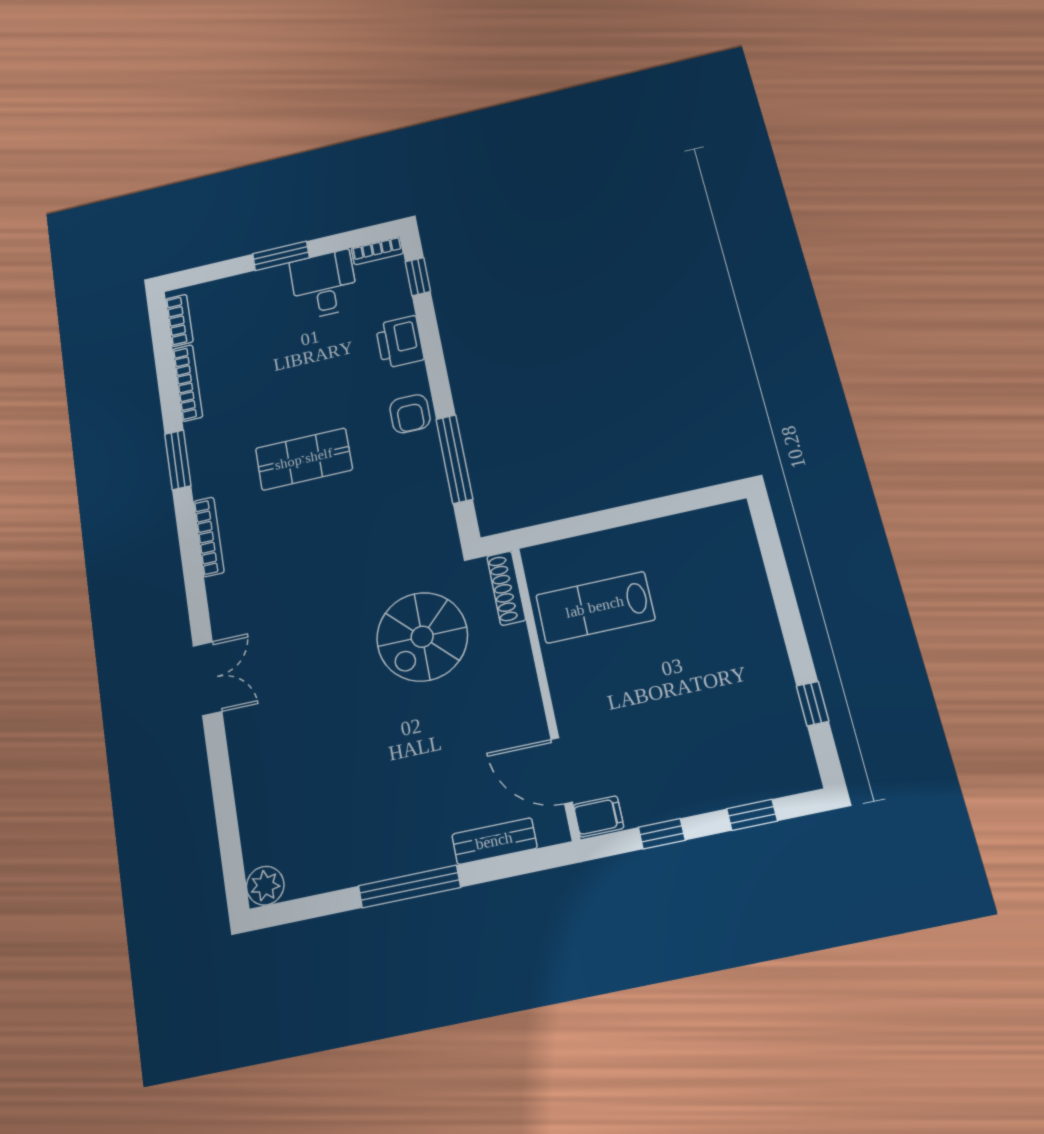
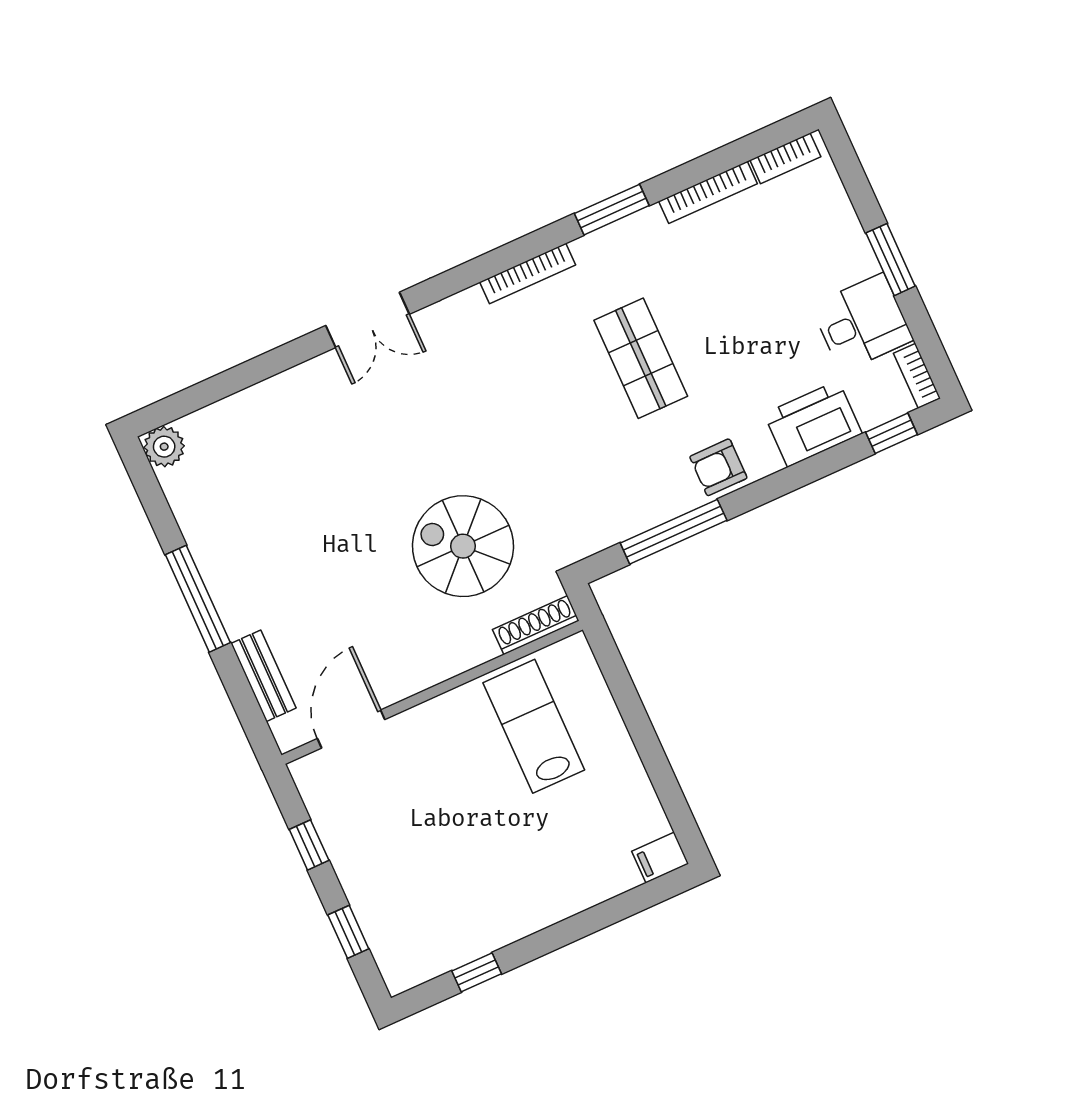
printer: (400, 342) -> (813, 424), width x1.37, depth x1.19
filing cabinet: (599, 816) -> (660, 857), moved, turned 90

